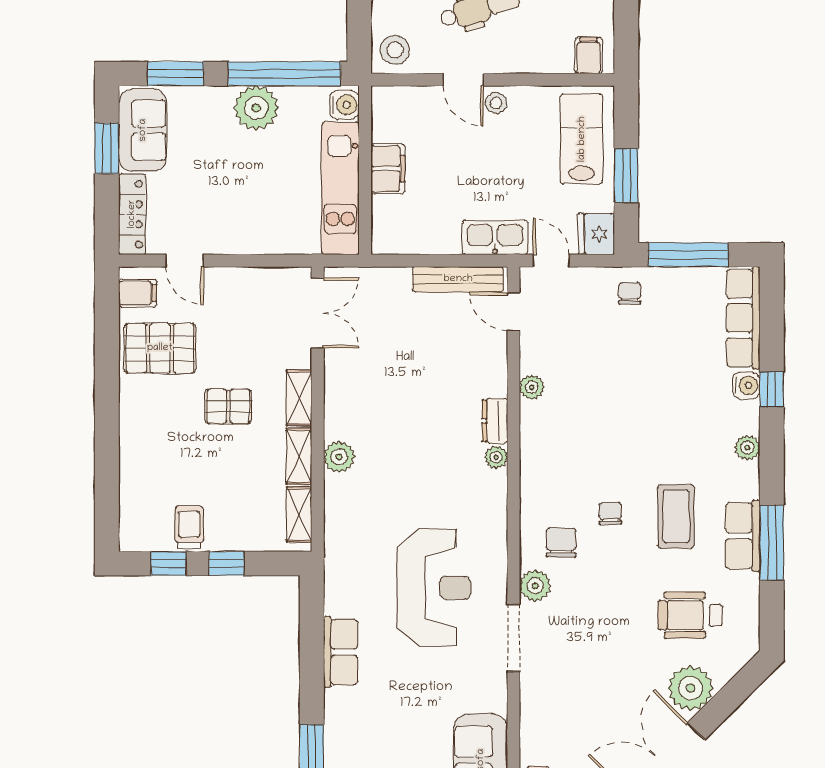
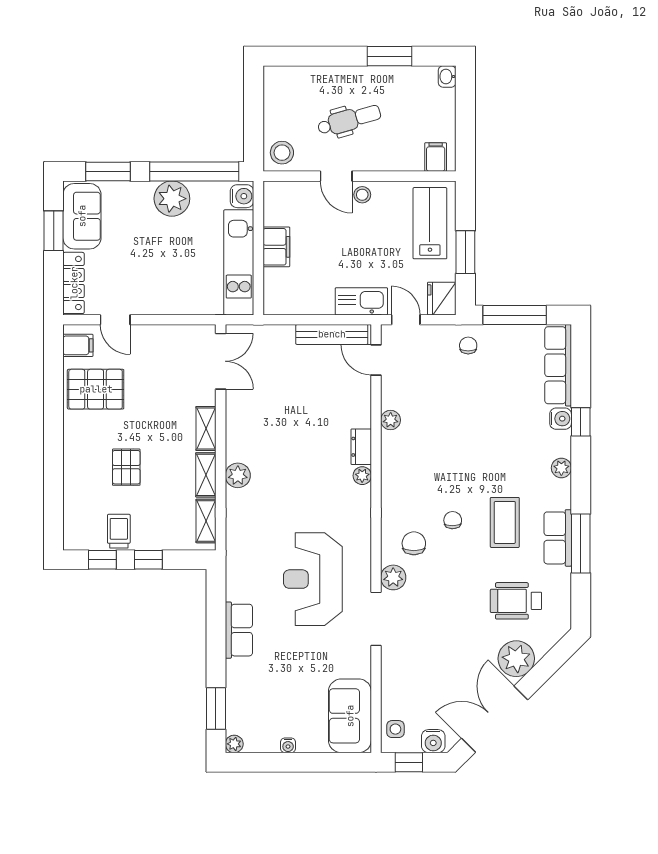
pallet: (228, 406) -> (126, 467), moved, turned 90
reception desk: (434, 588) -> (313, 579), turned 180

